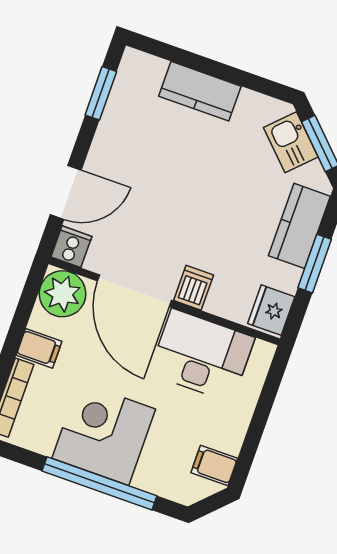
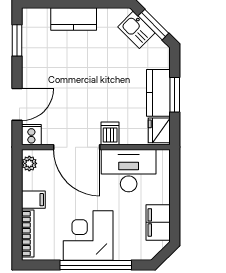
kitchen counter: (299, 226) -> (158, 93), moved
plant: (62, 294) -> (29, 163), width x0.53, depth x0.53
filing cabinet: (214, 465) -> (158, 222), width x2.00

